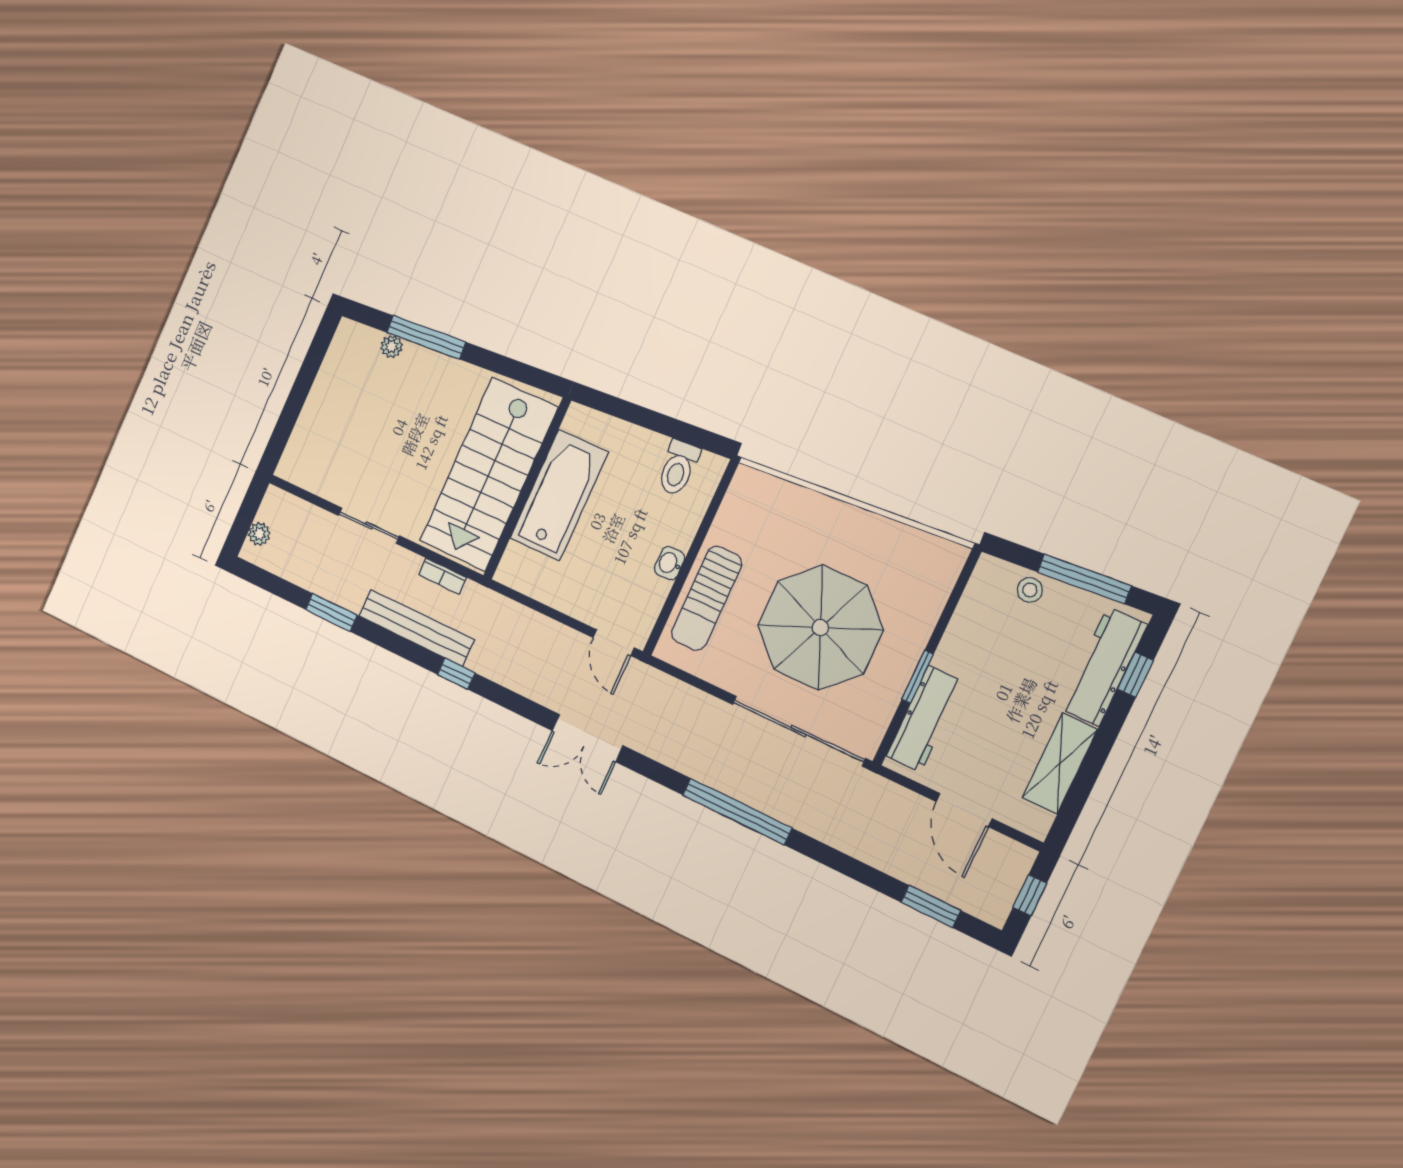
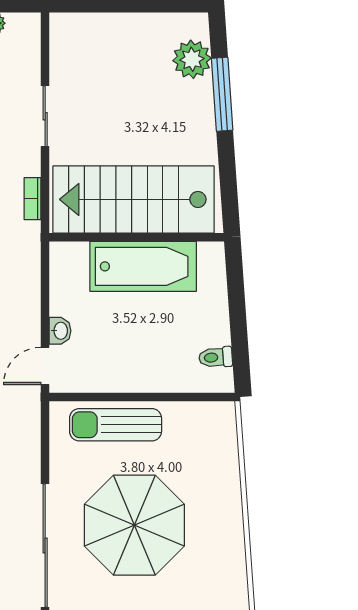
plant: (392, 346) -> (192, 59), width x1.88, depth x1.88
toilet: (678, 468) -> (216, 357), width x0.73, depth x0.72
washbasin: (670, 563) -> (60, 331), moved, turned 90

